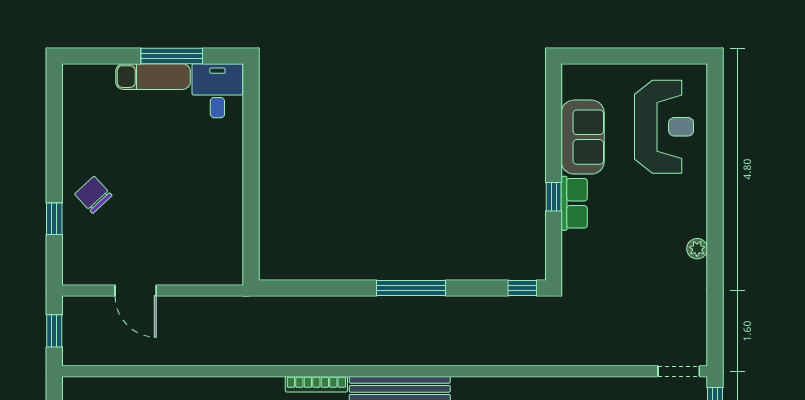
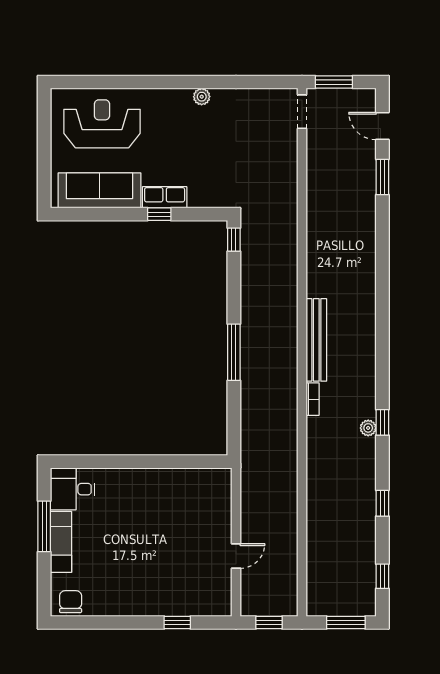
sofa: (583, 137) -> (99, 190), width x1.36
chair: (93, 195) -> (71, 602), moved, turned 133
window: (411, 288) -> (234, 352), moved
door: (136, 291) -> (236, 556), width x0.73
bookcase: (316, 384) -> (313, 399), width x0.64

